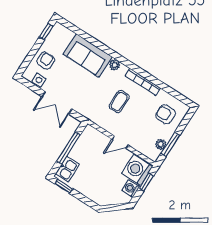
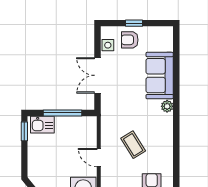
window: (46, 32) -> (134, 23), moved
armchair: (46, 61) -> (130, 40), turned 180
bookcase: (143, 82) -> (168, 143), removed
coffee table: (119, 102) -> (133, 145), moved, turned 58

